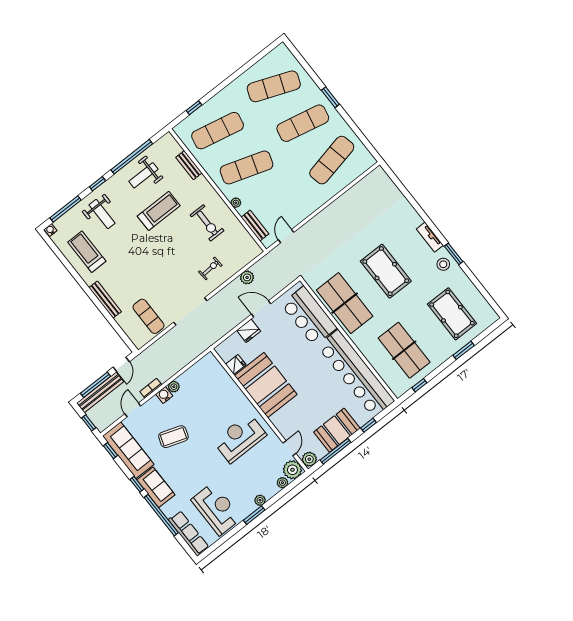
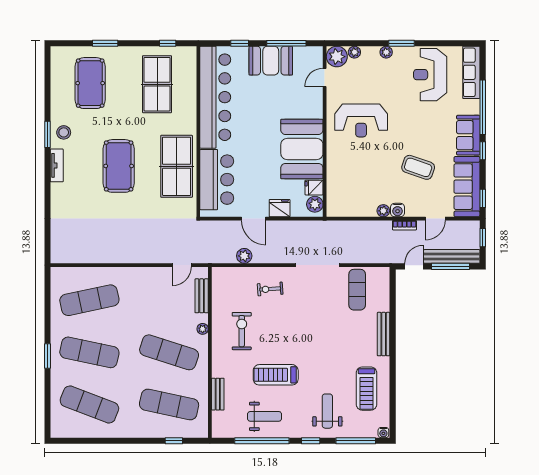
plant: (309, 459) -> (315, 204), moved

